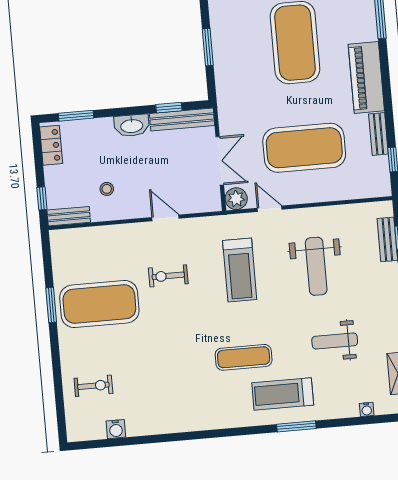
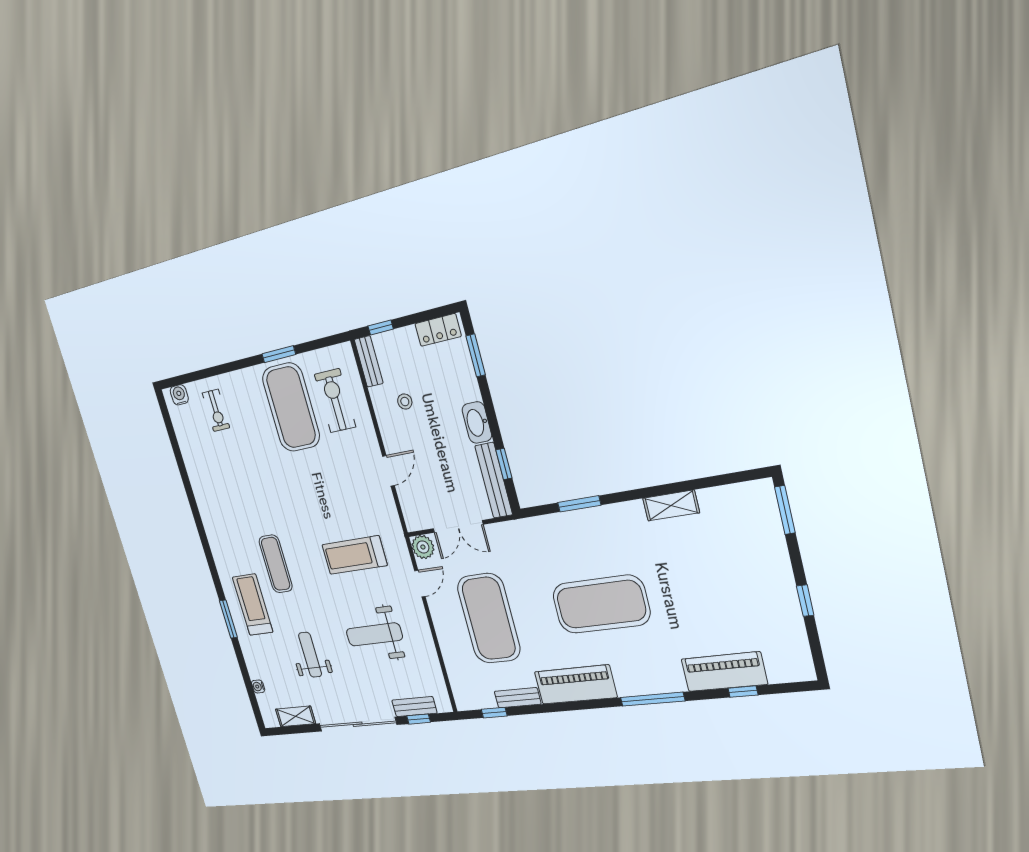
exercise bike: (168, 276) -> (335, 401), moved, width x1.38, depth x1.39
water cooler: (116, 429) -> (179, 395), moved, turned 90

